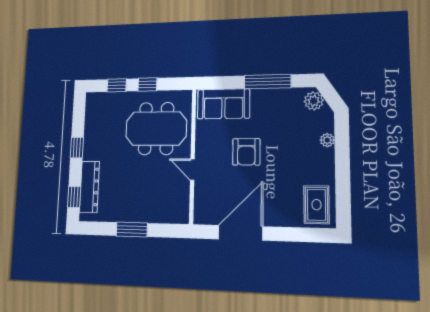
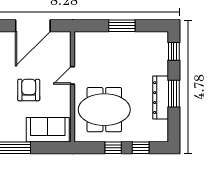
window: (77, 148) -> (174, 94), width x1.50
door: (192, 170) -> (73, 75), swing flipped
dresser: (89, 187) -> (161, 98), moved

